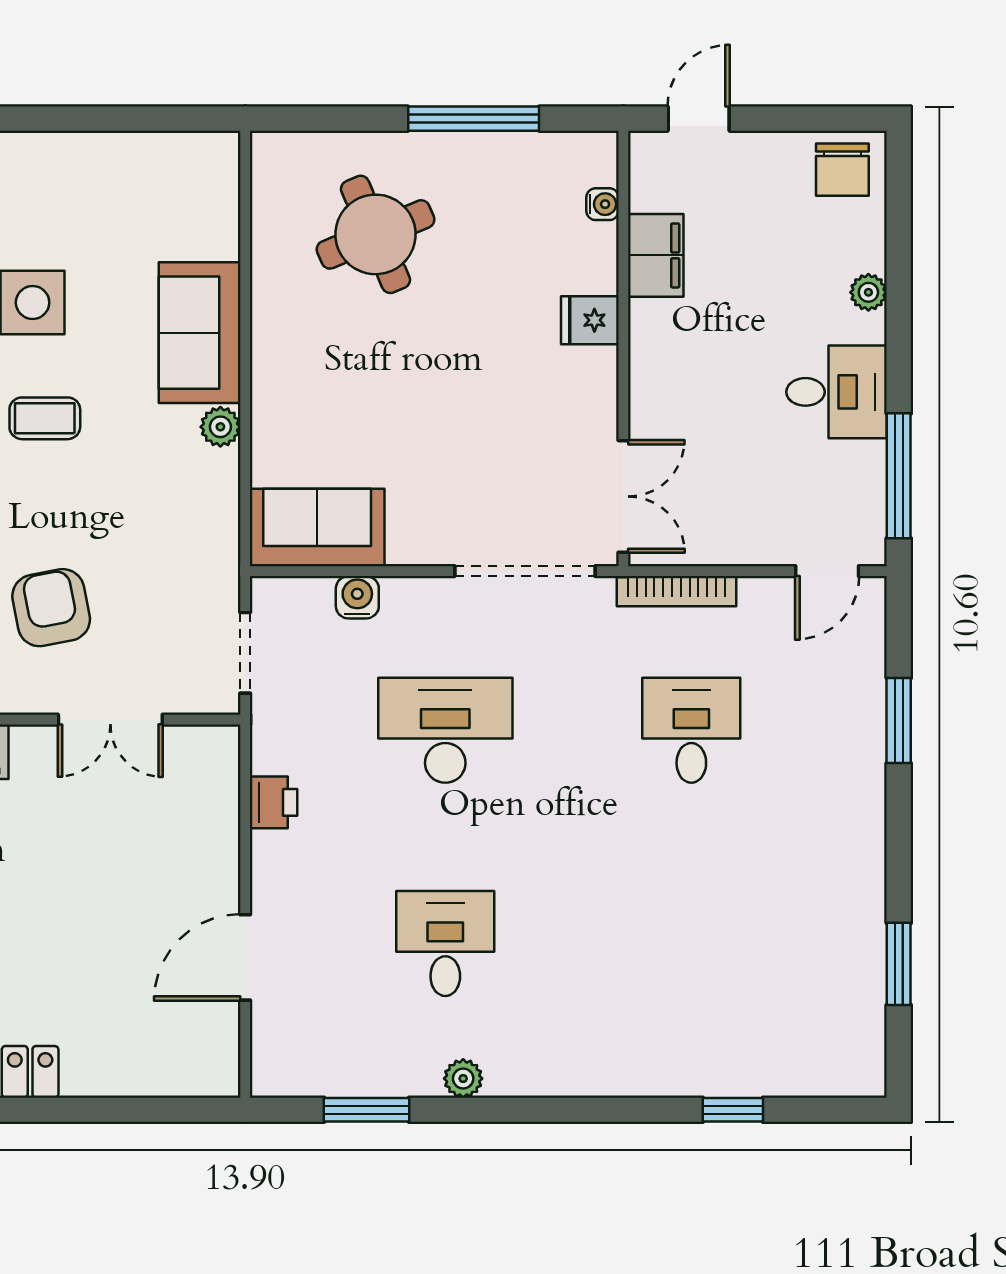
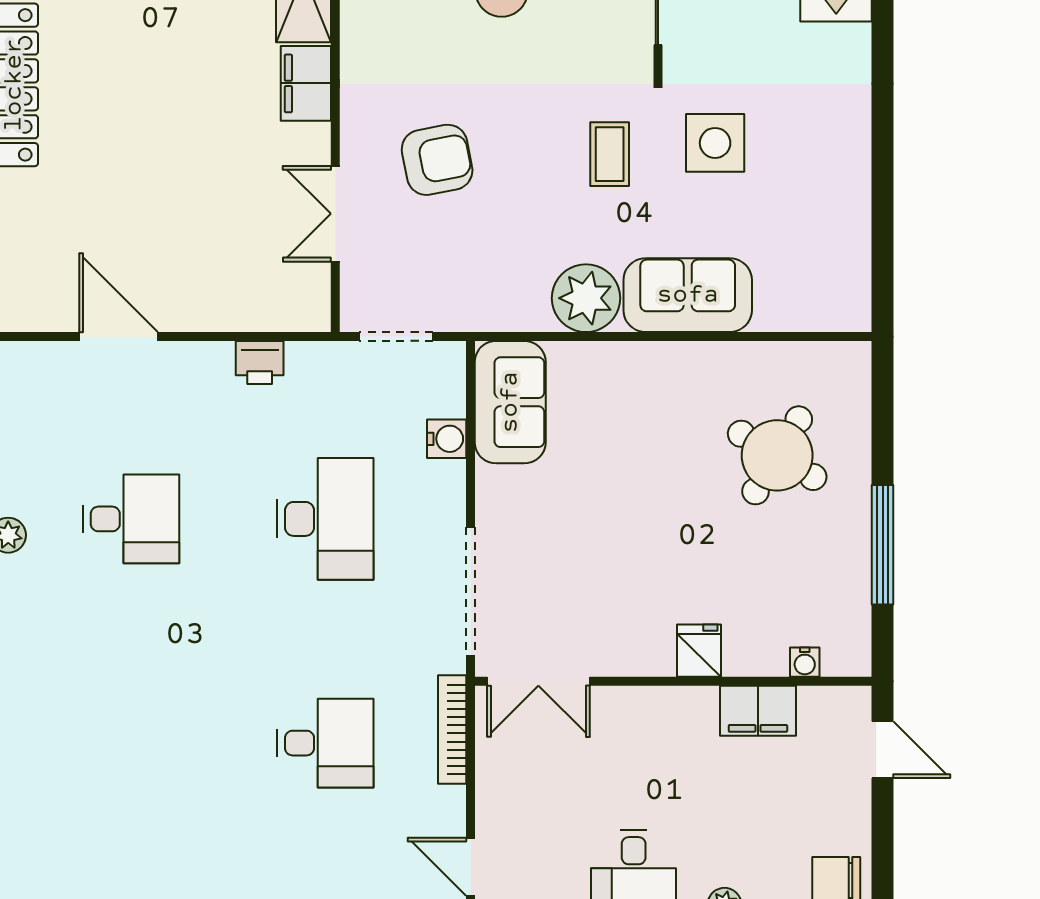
round table: (376, 234) -> (777, 455), turned -36
plant: (220, 427) -> (586, 298), width x1.88, depth x1.88

